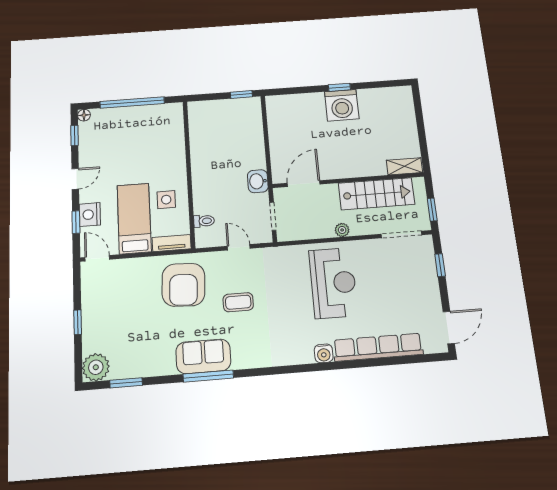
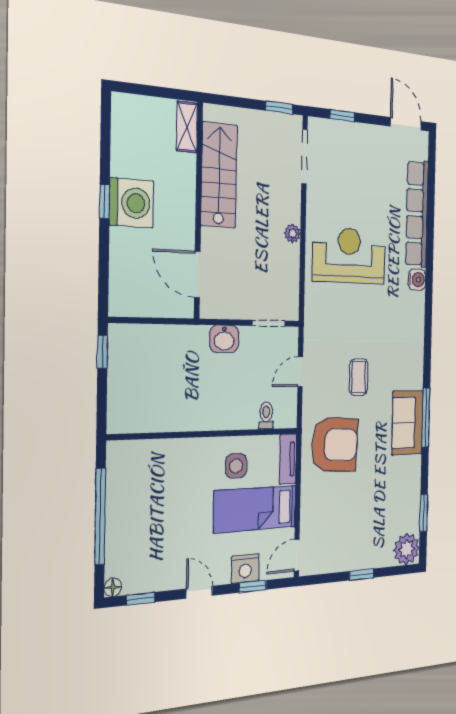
shelving: (404, 166) -> (187, 127), moved
wall: (348, 180) -> (198, 211), moved
door: (304, 184) -> (197, 274), moved
stairs: (376, 194) -> (219, 175), moved

